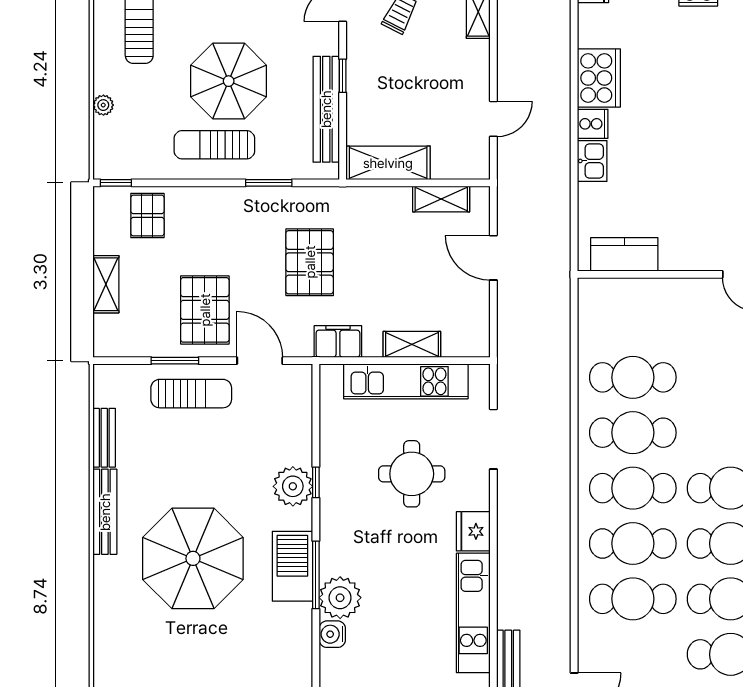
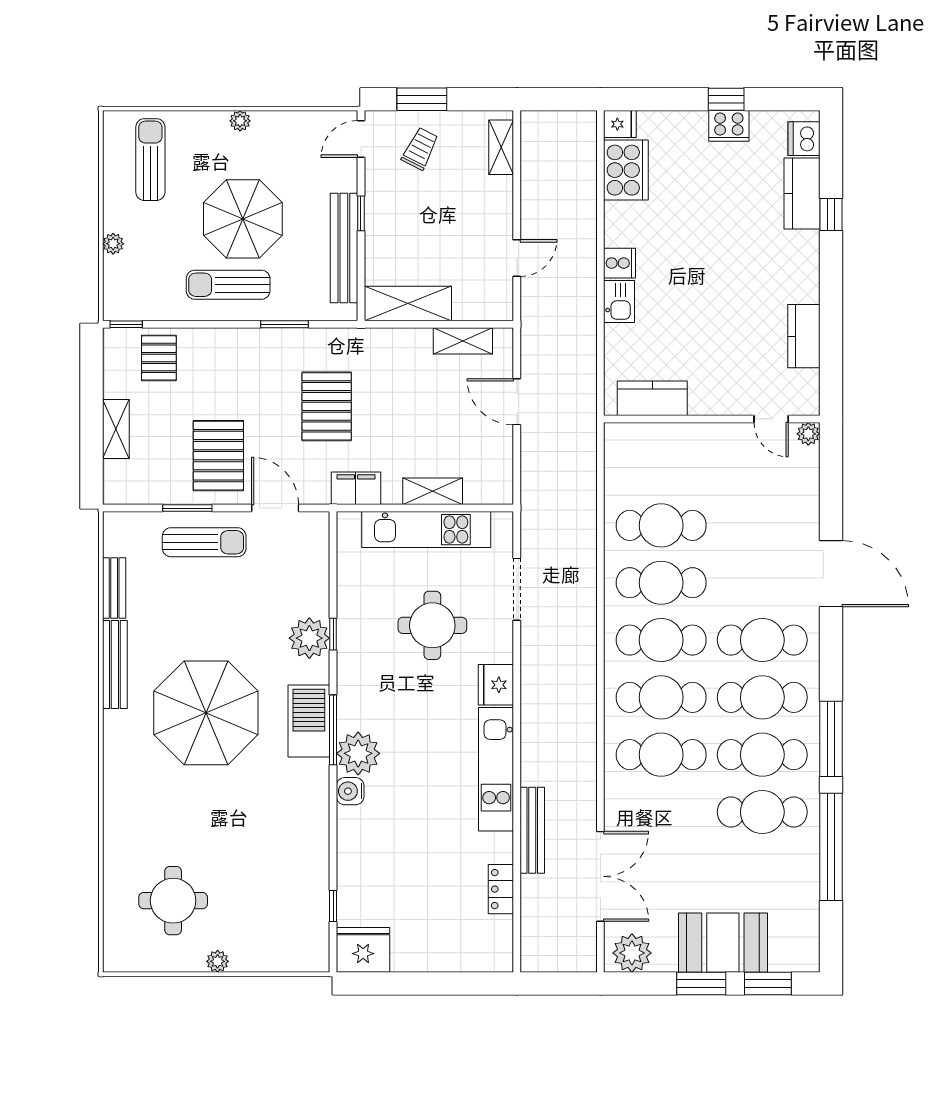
cooker: (599, 78) -> (626, 170), moved

